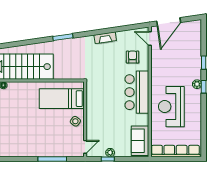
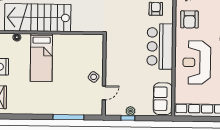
armchair: (164, 67) -> (189, 19), added
bed: (62, 99) -> (41, 58), moved, turned -90
door: (85, 147) -> (104, 93), moved

